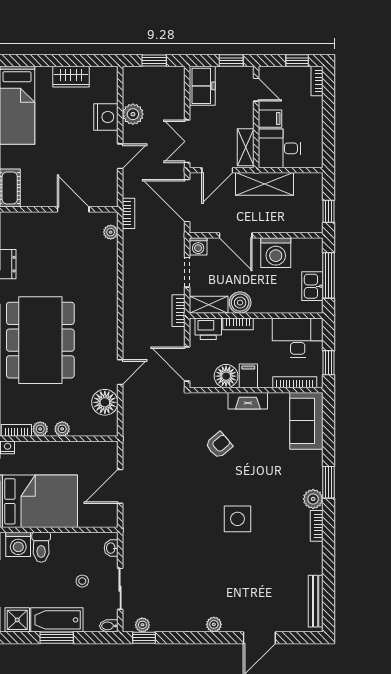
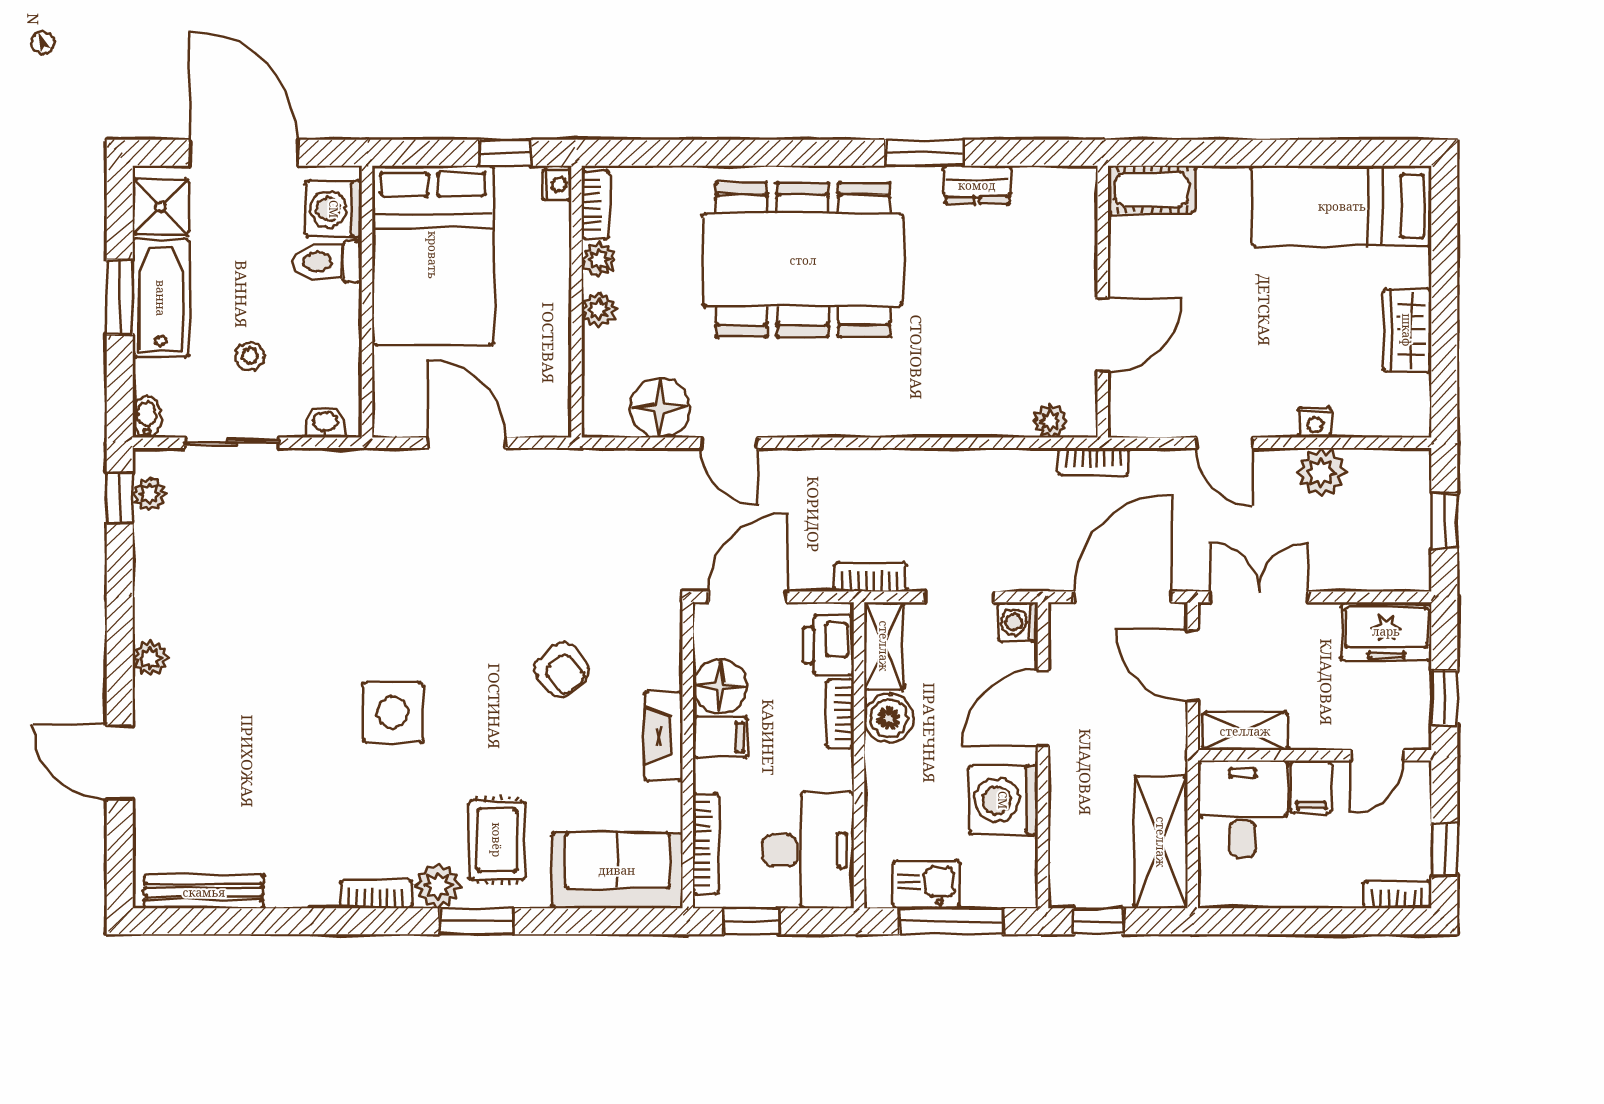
nightstand: (106, 117) -> (1315, 422), width x0.53, depth x0.56
shelving: (264, 184) -> (1161, 842), moved
rug: (293, 473) -> (497, 840), added

